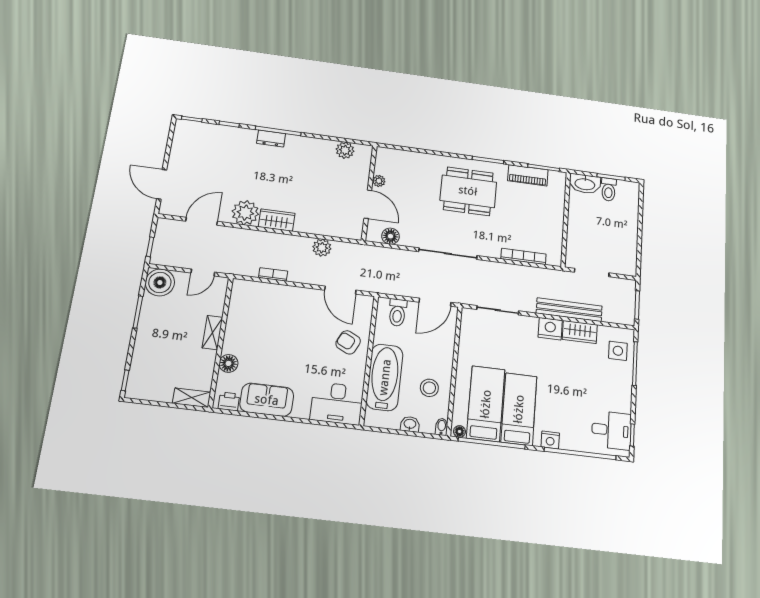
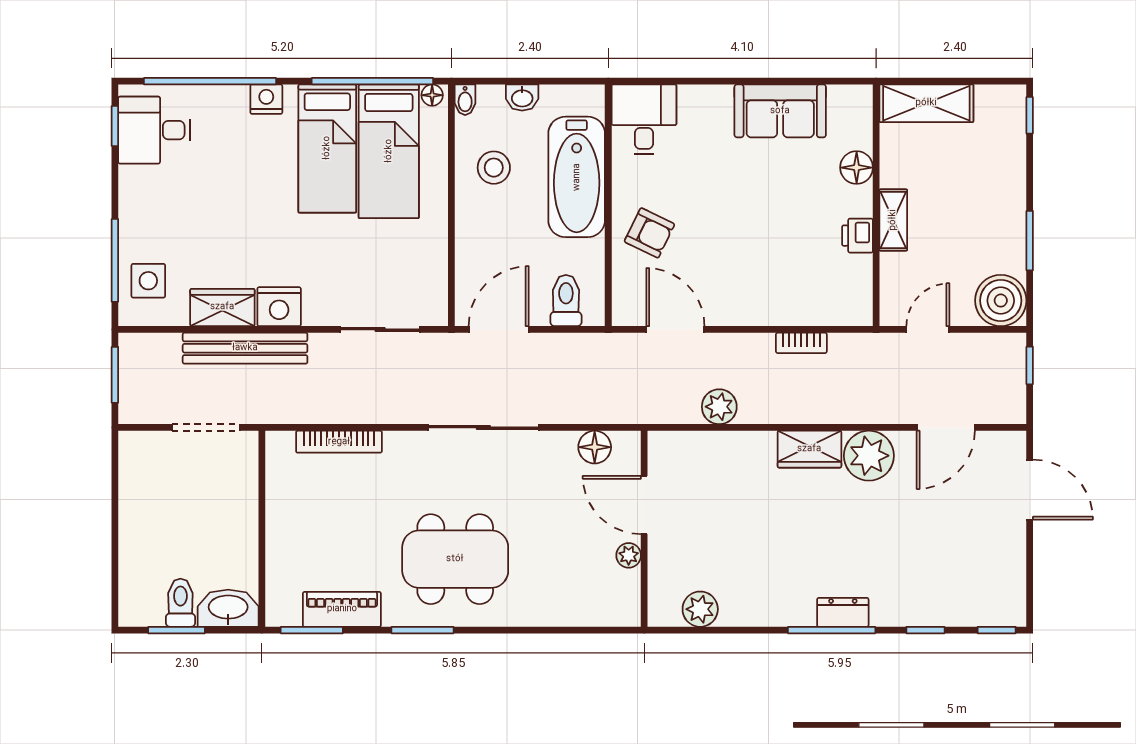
shelving: (192, 398) -> (926, 103), width x1.50, depth x1.33
printer: (229, 401) -> (857, 236), moved, turned 90
desk: (337, 403) -> (644, 119), width x0.73

